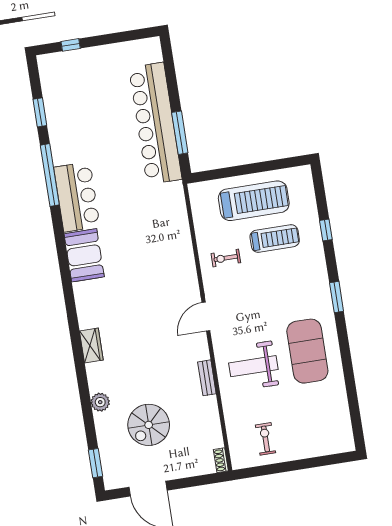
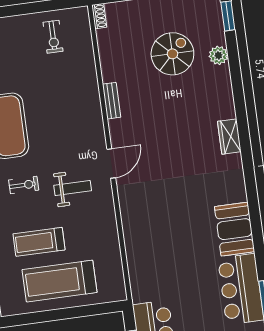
exercise bike: (226, 258) -> (24, 185), moved
weight bench: (253, 366) -> (73, 188), moved, width x0.73, depth x0.75
plant: (100, 402) -> (218, 55), moved

